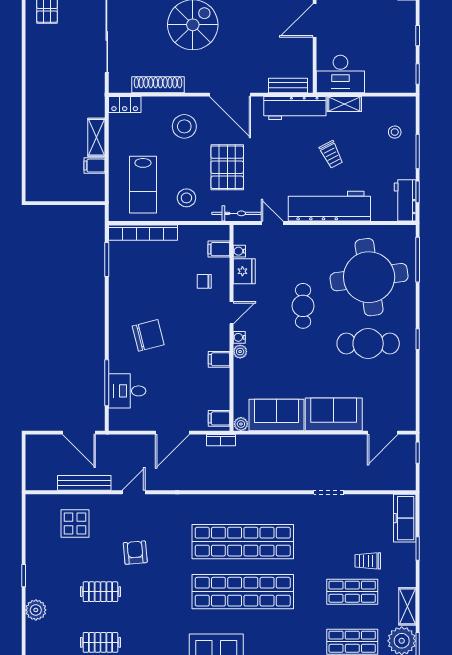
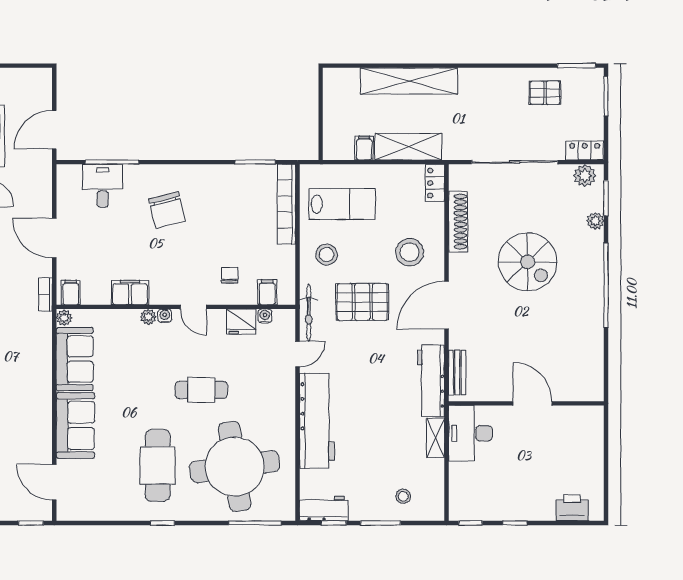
shelving: (37, 127) -> (409, 81), added
shelving: (96, 137) -> (408, 147), width x1.50, depth x1.33
trolley: (331, 154) -> (377, 423), removed
lab bench: (143, 185) -> (342, 204), turned 180
filing cabinet: (219, 359) -> (130, 292), width x2.00

